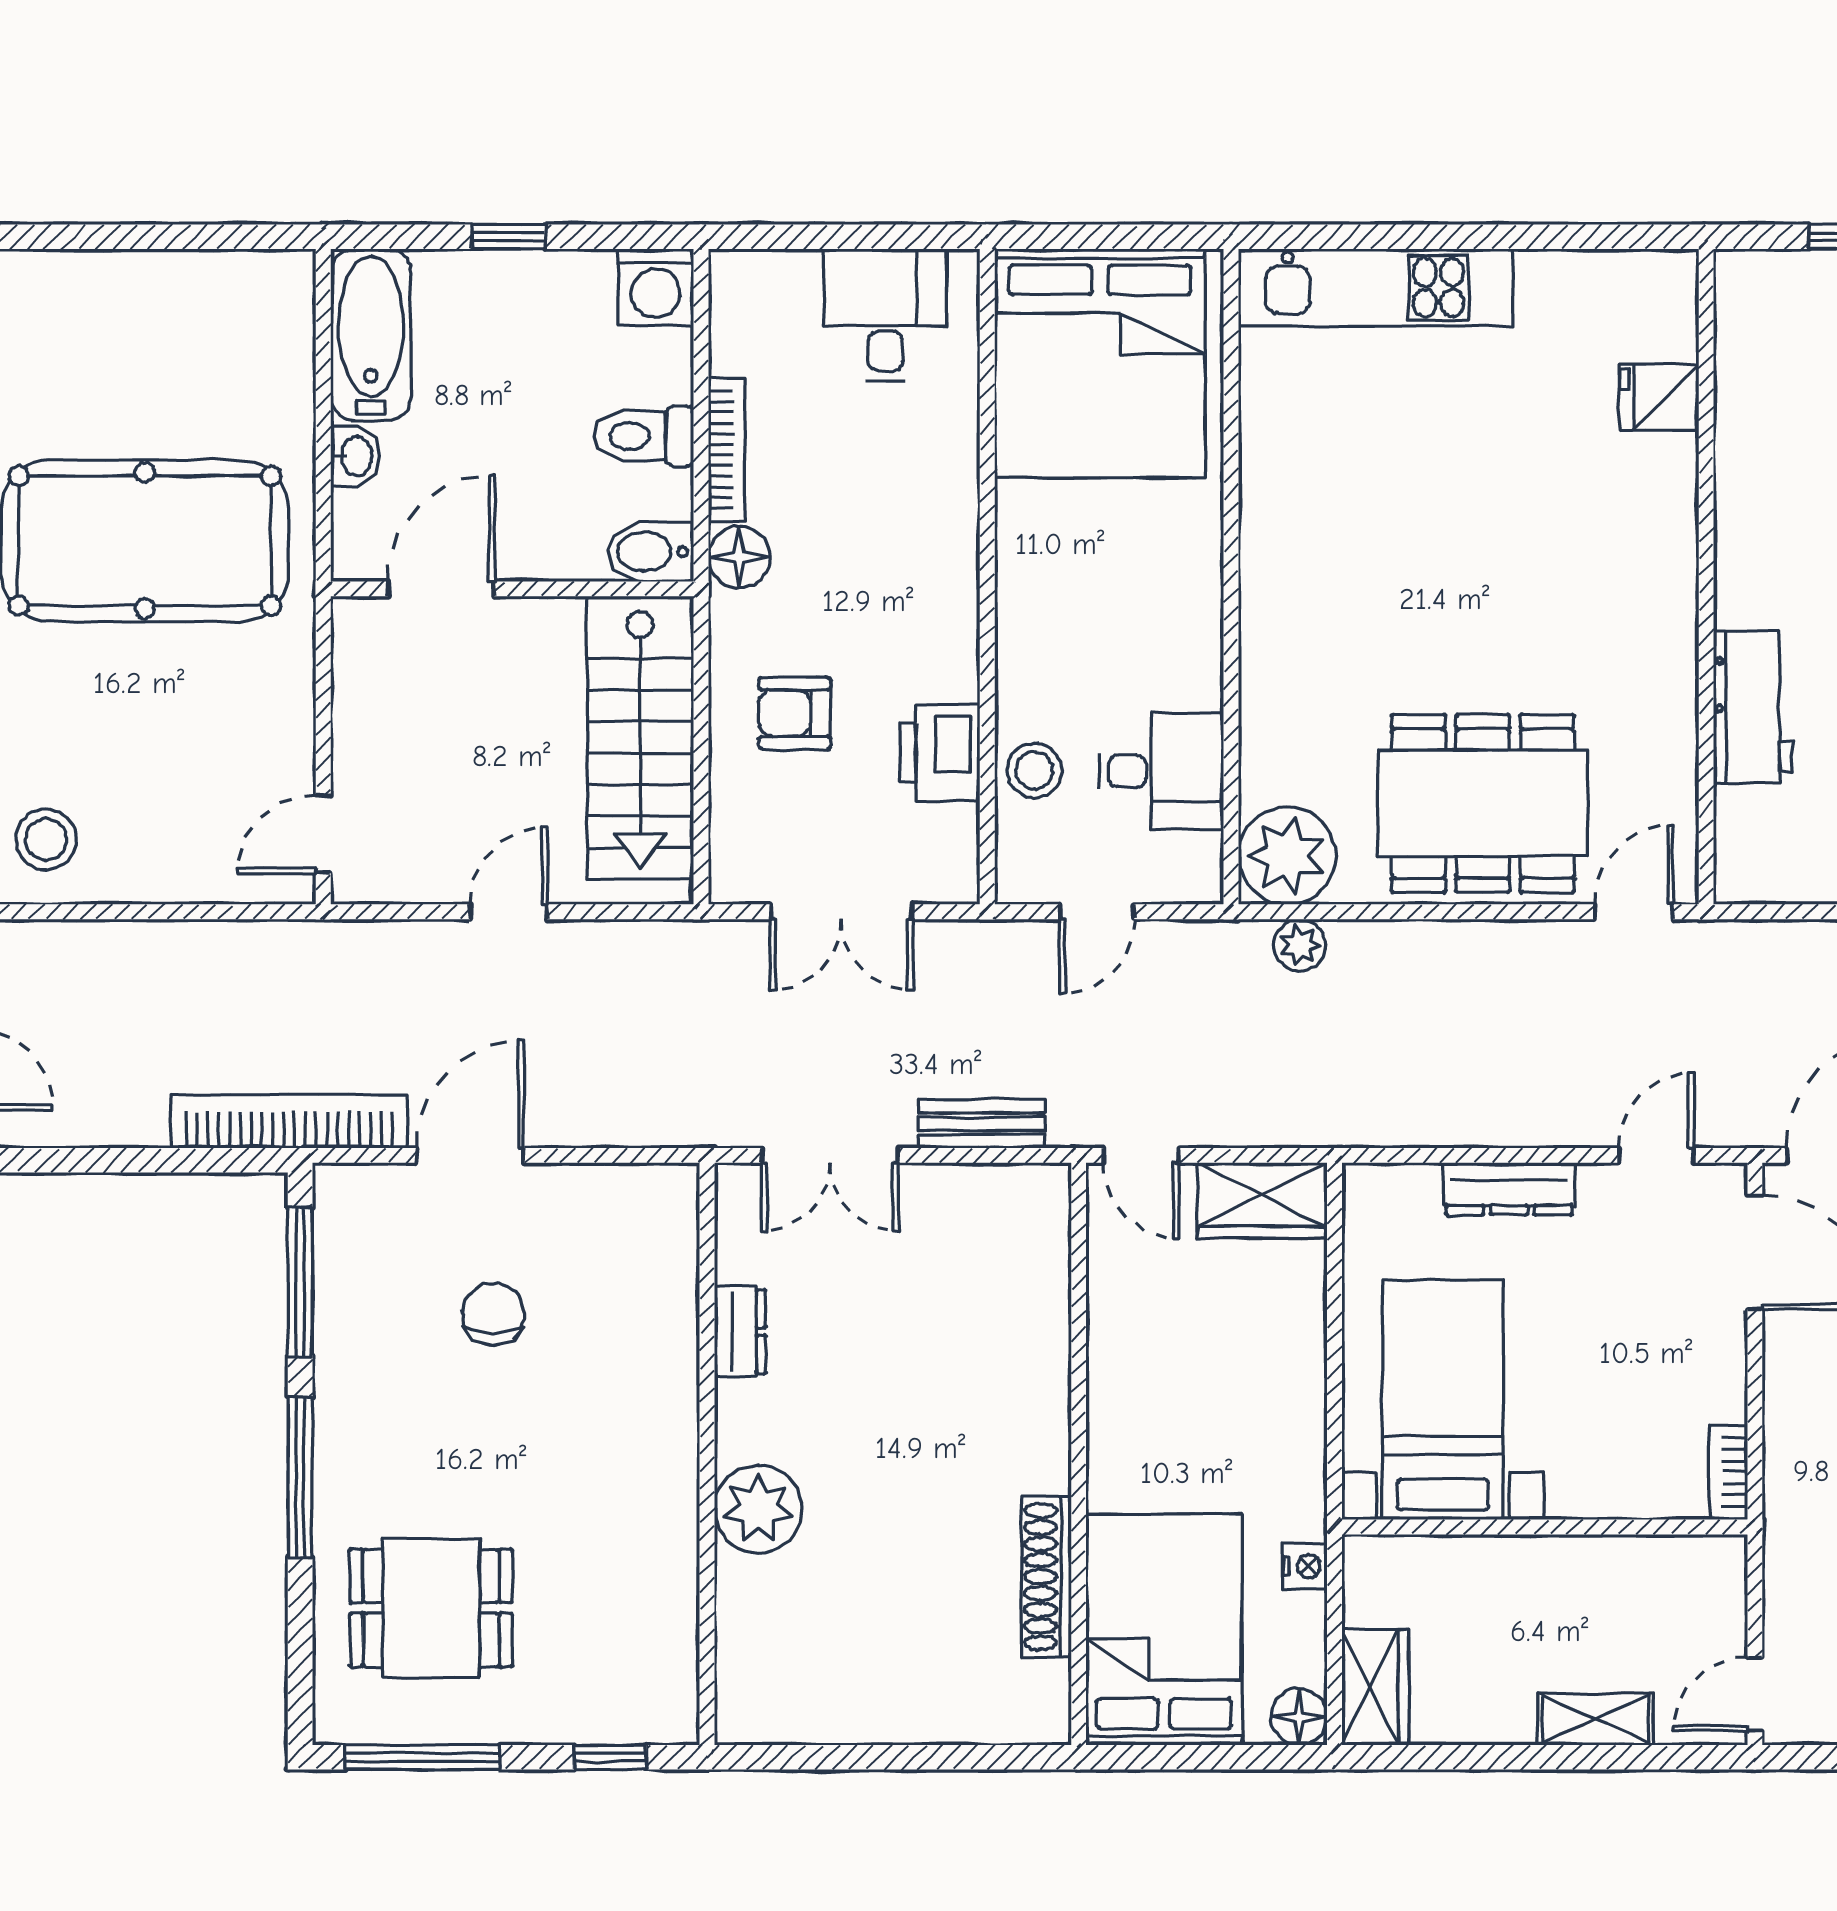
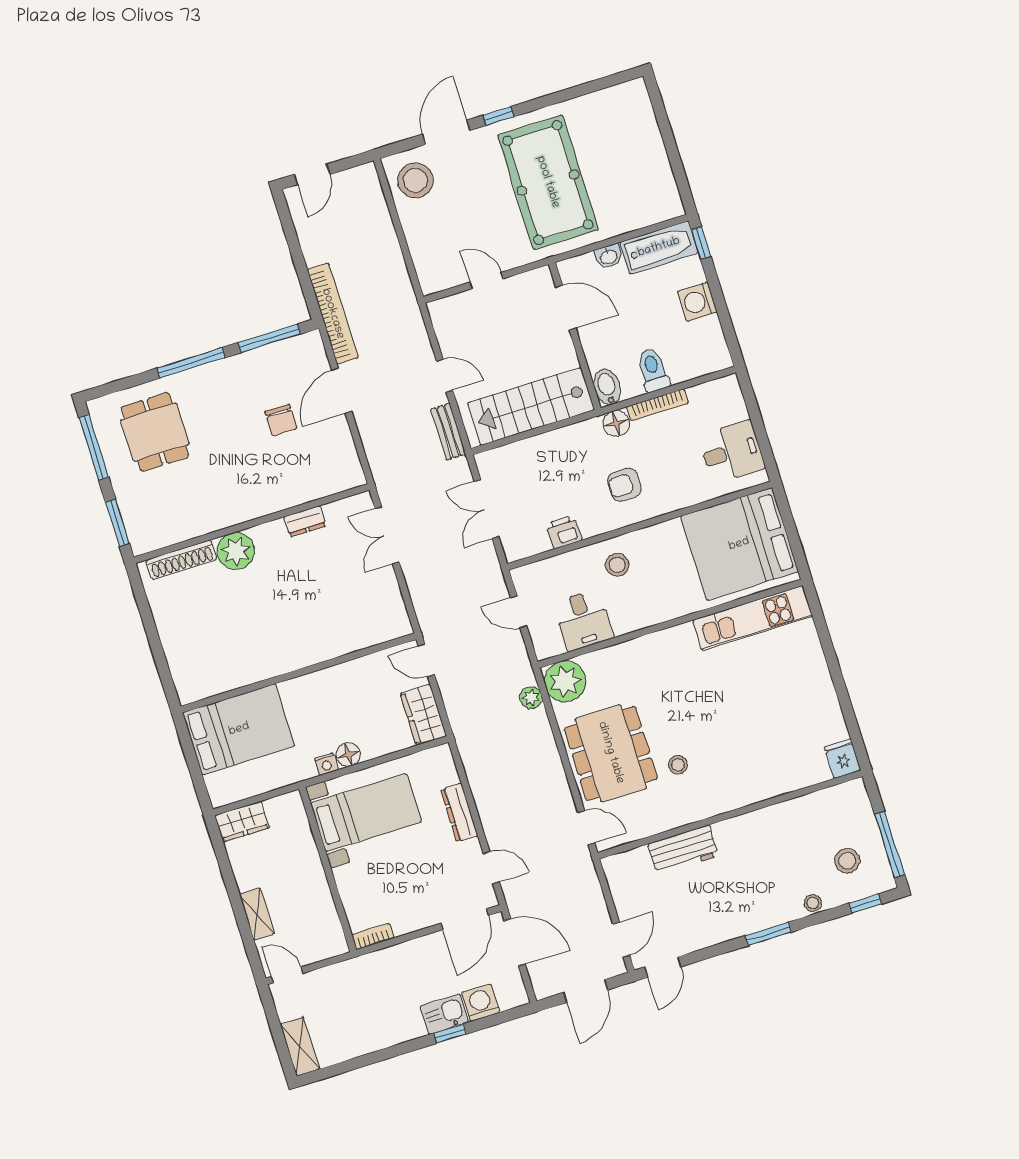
window: (509, 237) -> (701, 243), moved
washing machine: (656, 287) -> (697, 302), moved
kitchen unit: (1375, 288) -> (753, 618), moved, turned -90
fridge: (1659, 397) -> (843, 759), moved
stool: (1556, 659) -> (678, 765), added
armchair: (795, 713) -> (624, 485), moved, turned -90
printer: (940, 753) -> (564, 532), width x0.73, depth x0.81
stool: (1034, 770) -> (617, 565), moved
door: (323, 834) -> (487, 280), moved
stool: (46, 839) -> (415, 180), width x1.38, depth x1.38
bench: (982, 1124) -> (448, 432), moved
door: (470, 1155) -> (342, 391), swing flipped
door: (1141, 1155) -> (426, 660), hinge flipped
chair: (493, 1314) -> (281, 420), turned 90
nightstand: (1305, 1566) -> (326, 764), moved
shoe rack: (1046, 1577) -> (181, 560), moved, turned 180
floor lamp: (1299, 1717) -> (348, 755), moved
window: (610, 1757) -> (117, 523), width x1.50

